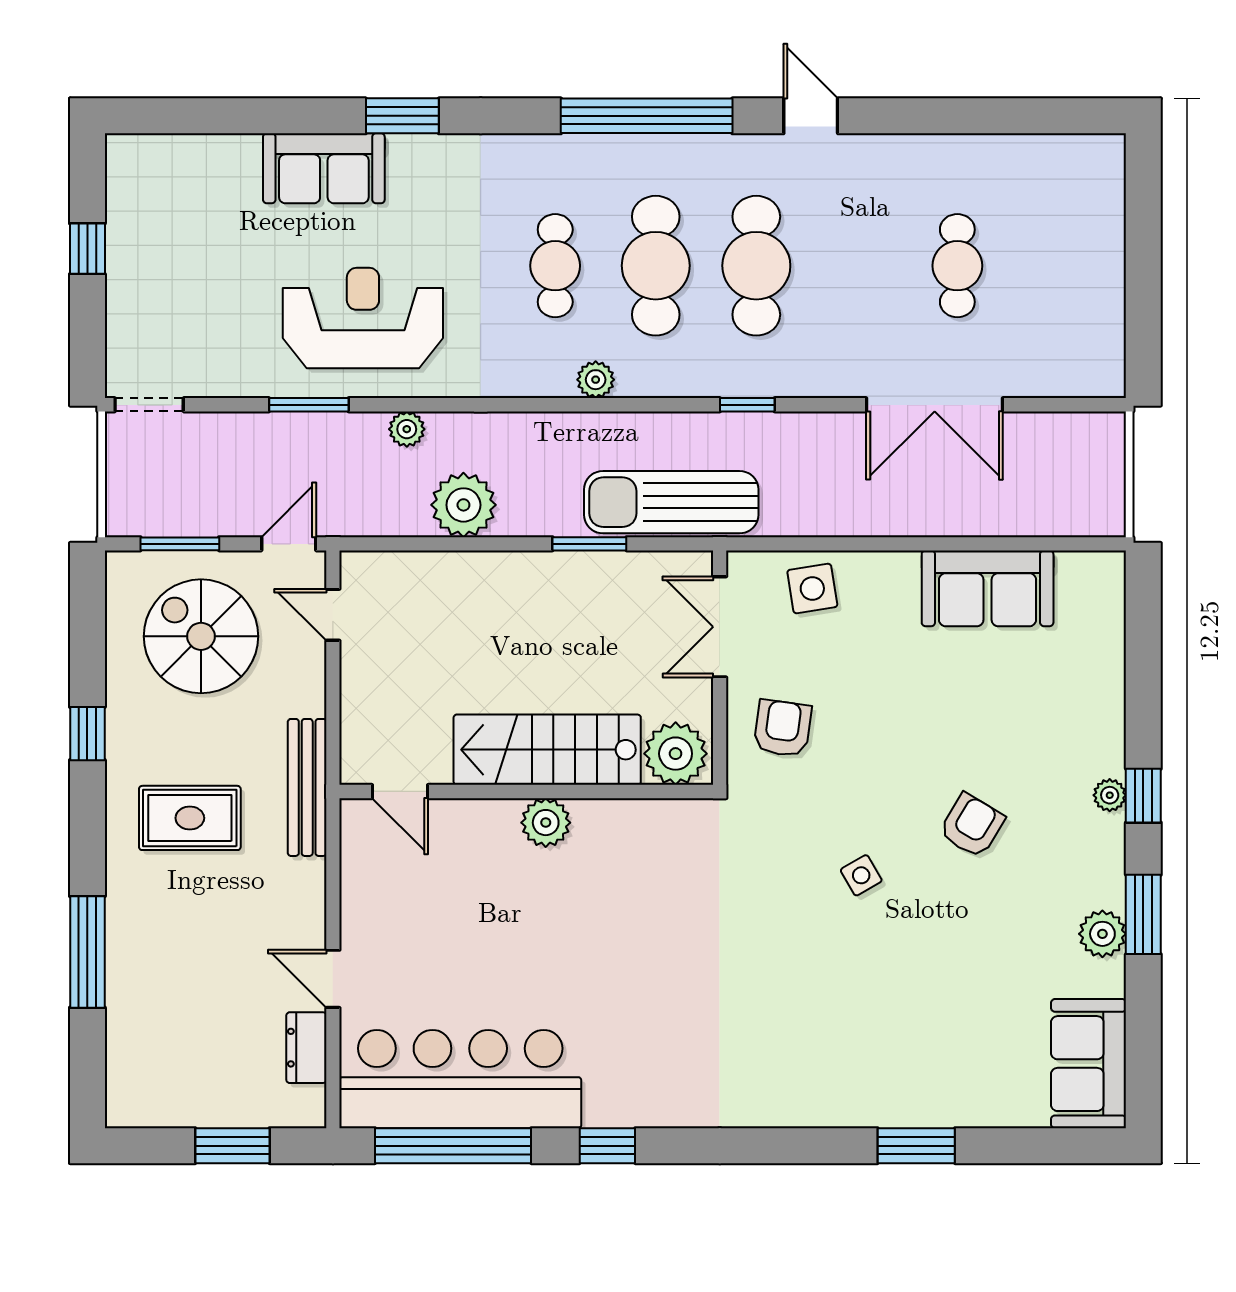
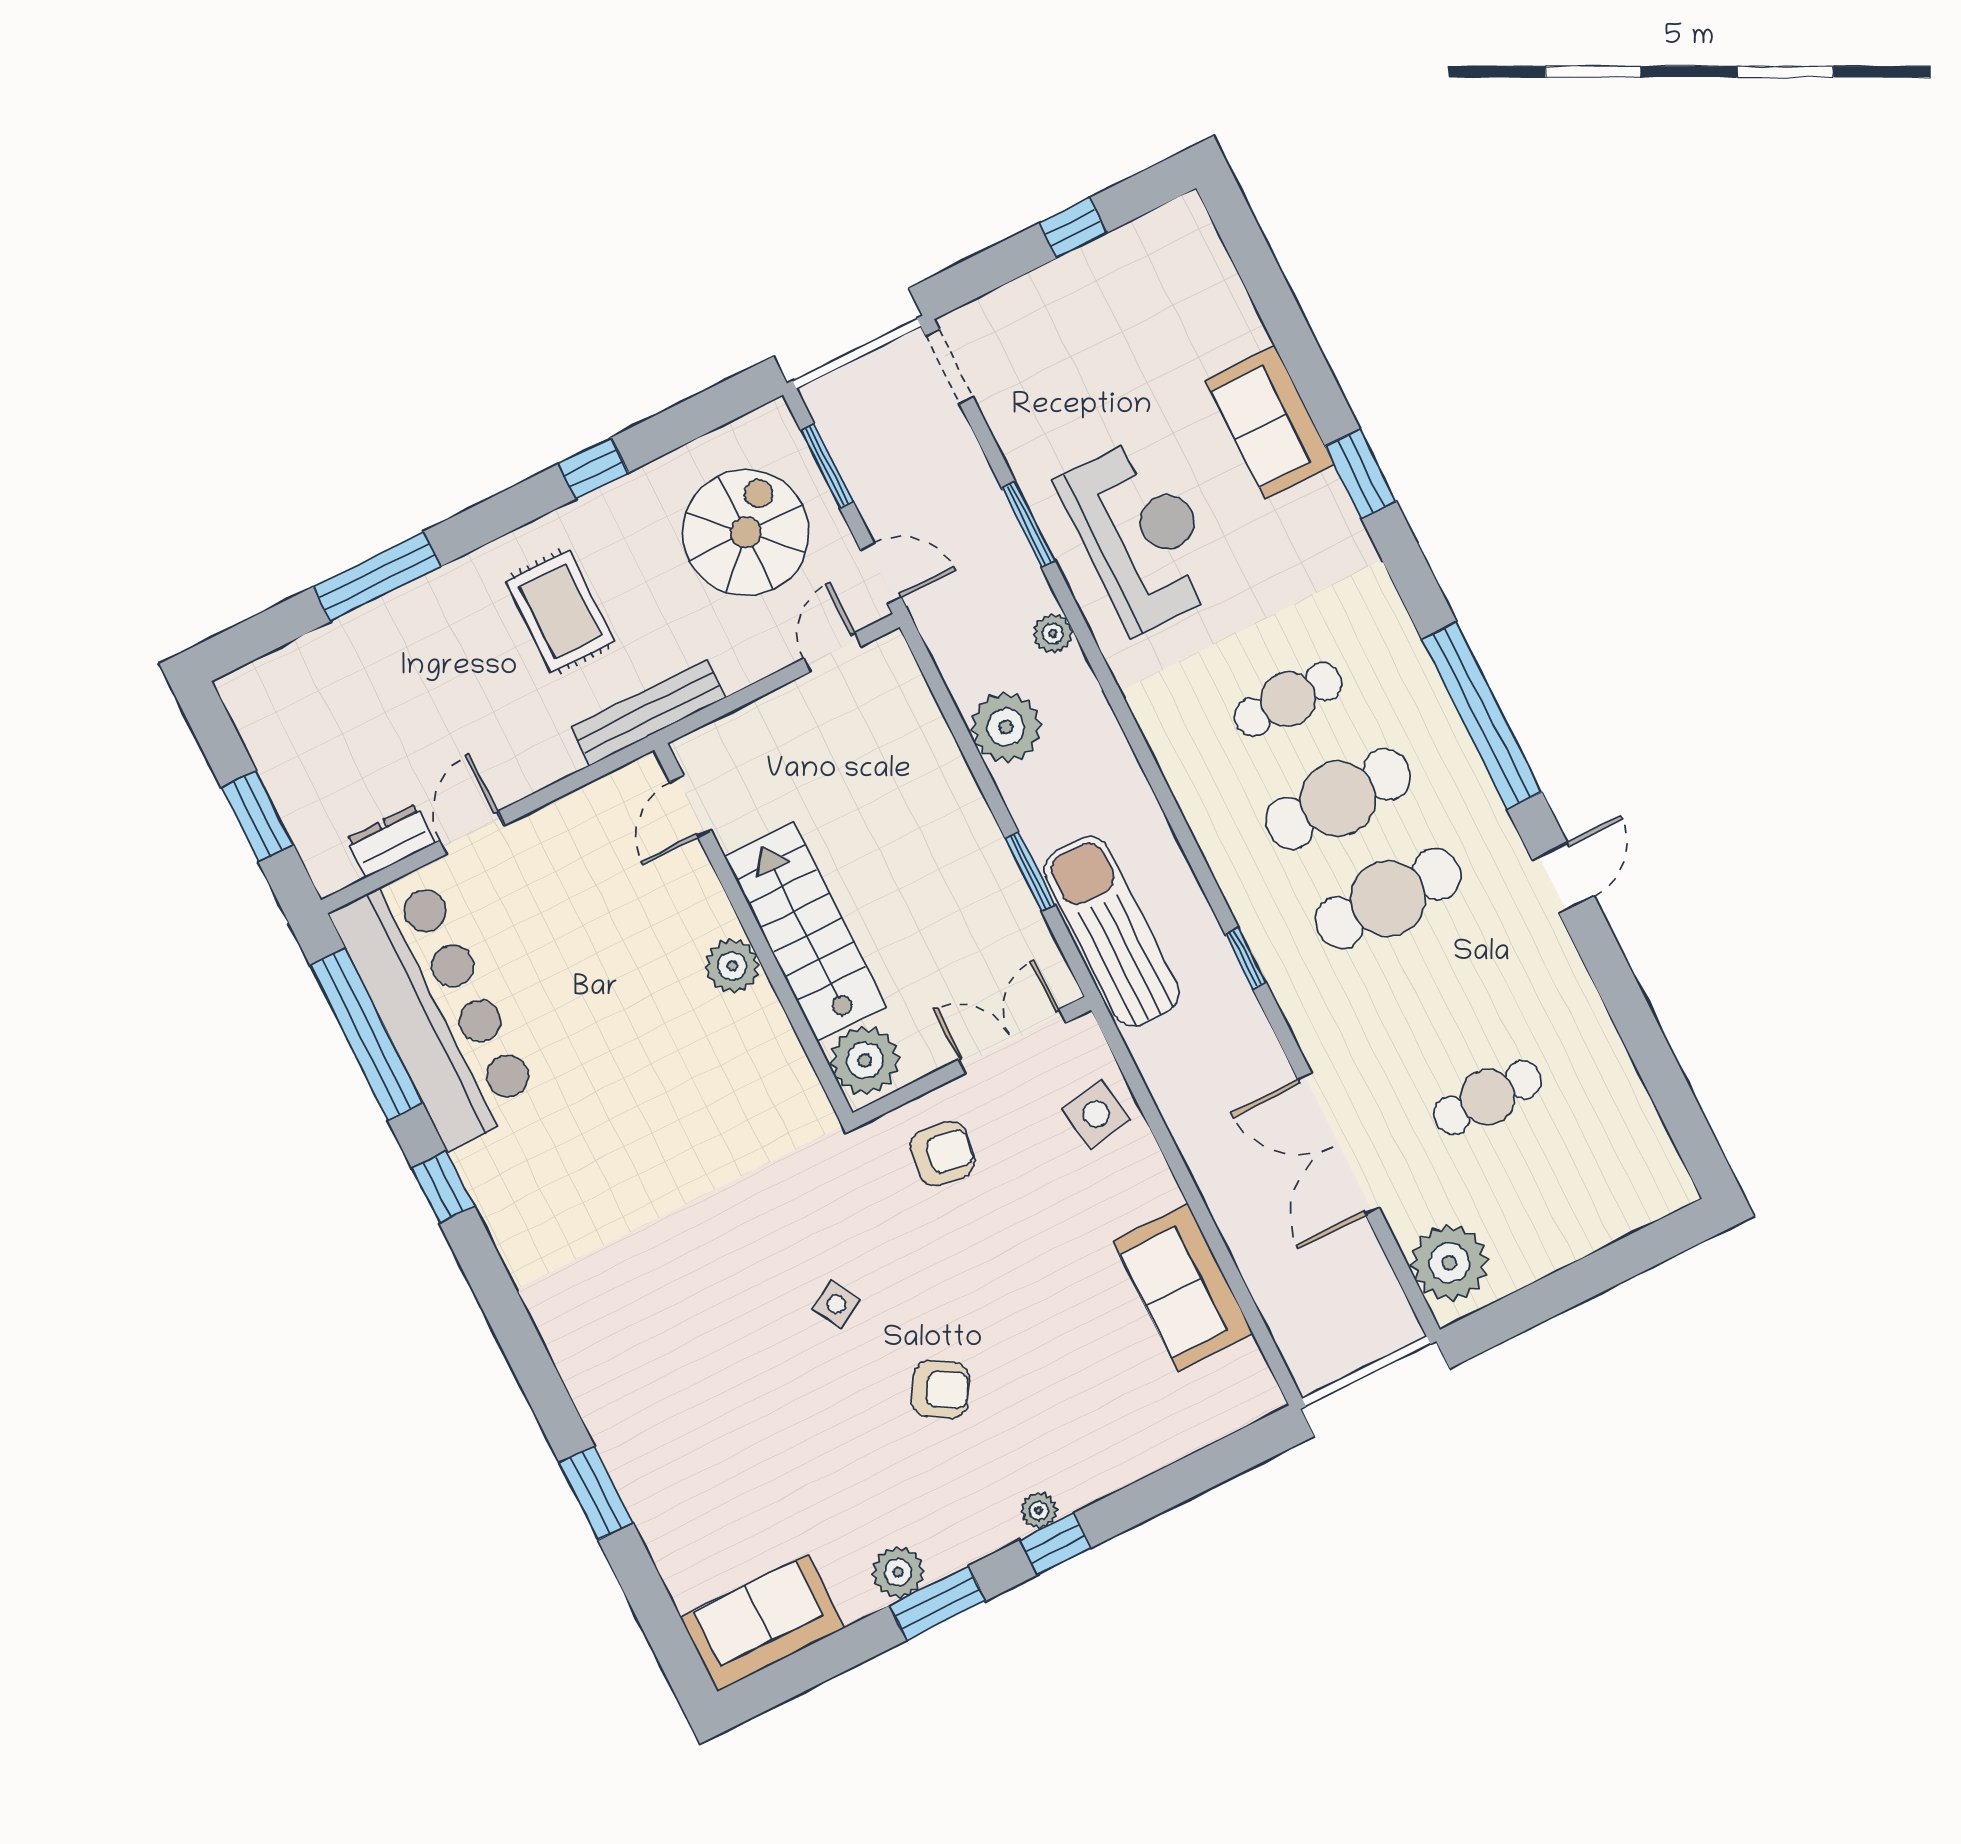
plant: (596, 380) -> (1449, 1263), moved, width x1.88, depth x1.88

